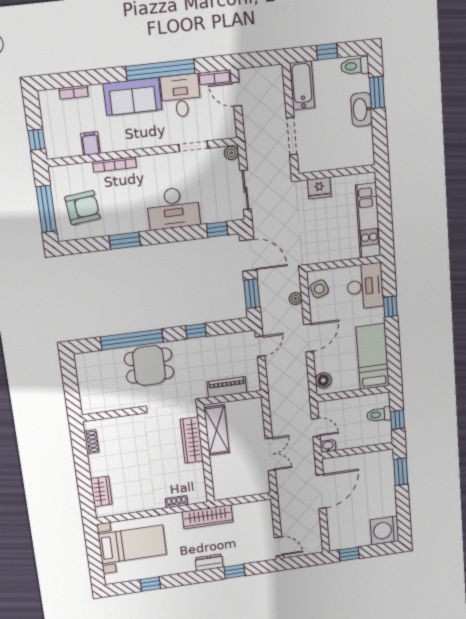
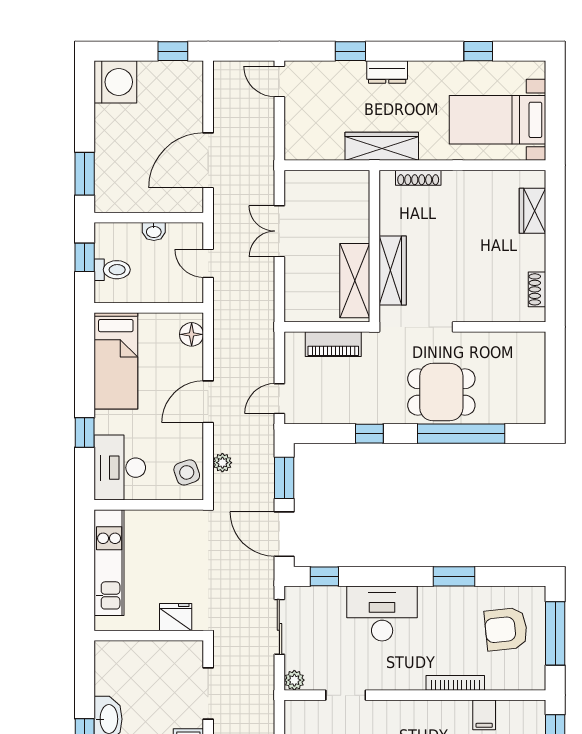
washbasin: (328, 446) -> (154, 231), moved
shoe rack: (177, 502) -> (418, 178), width x1.43

